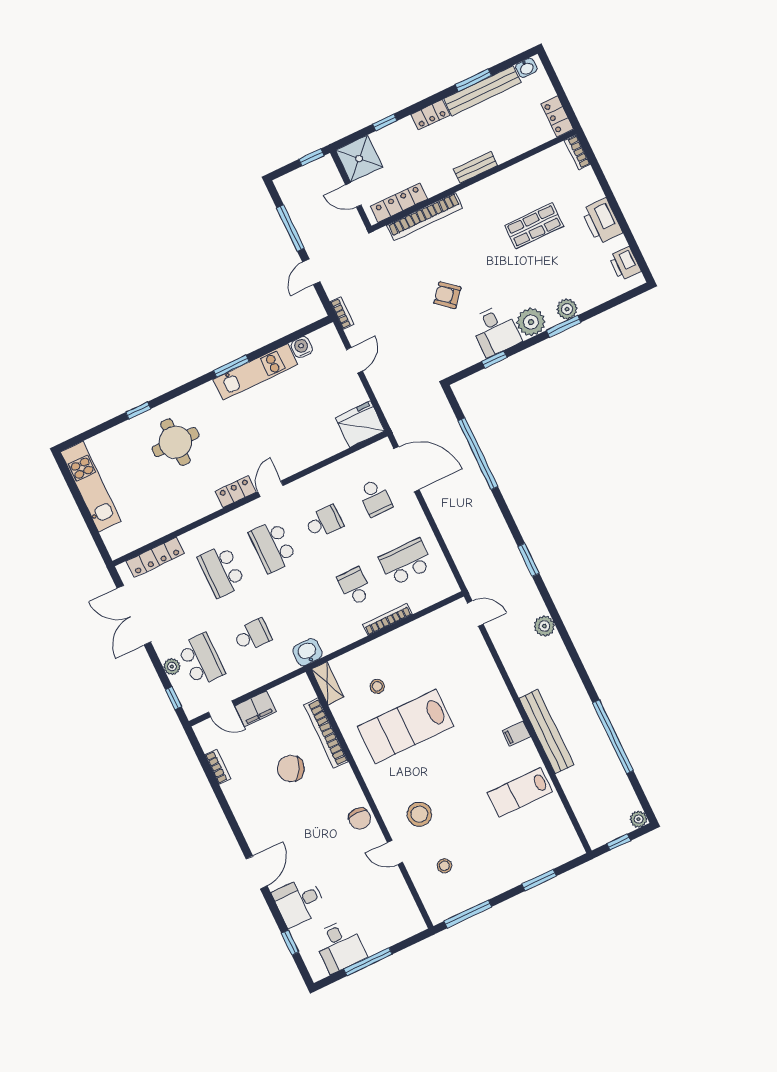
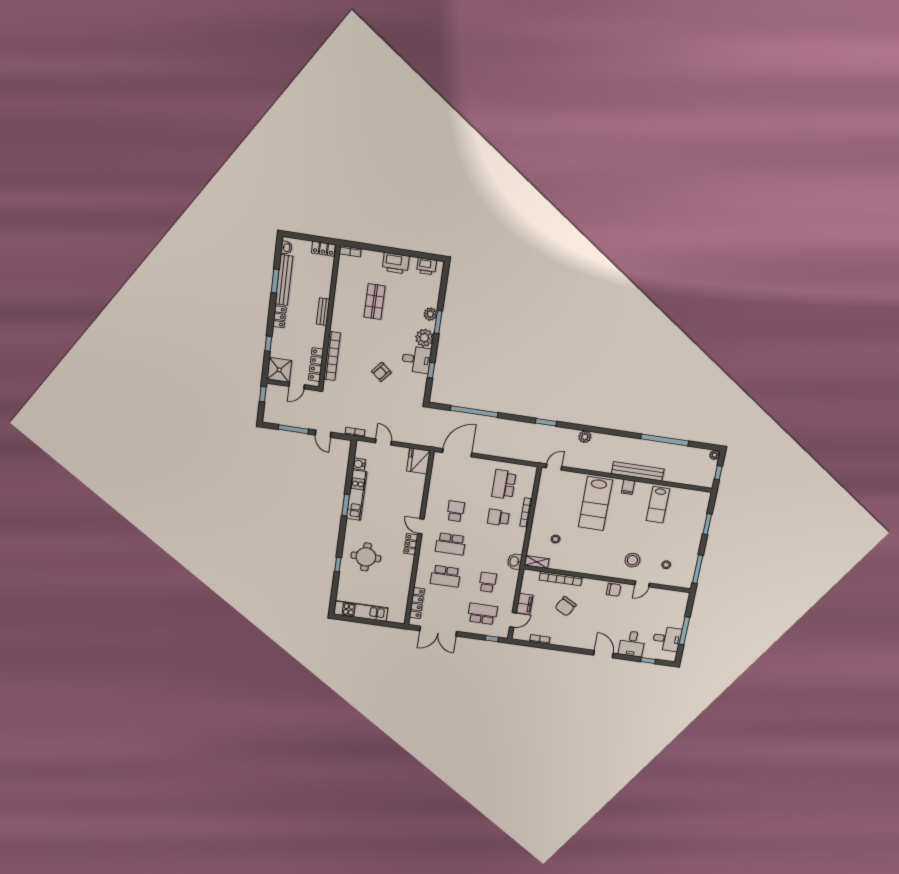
school desk: (375, 498) -> (461, 478), removed
plant: (172, 667) -> (476, 630), removed
lab bench: (406, 727) -> (595, 503), moved

